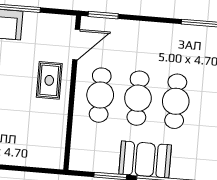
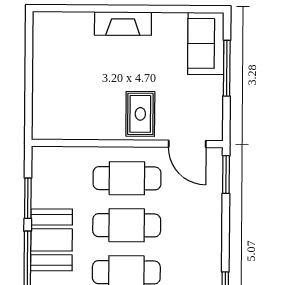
rug: (49, 80) -> (140, 114), turned 90

